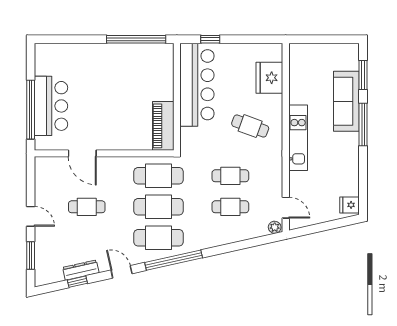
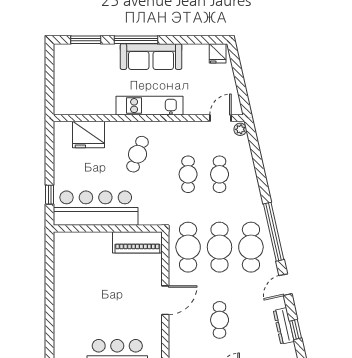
window: (136, 39) -> (50, 270), removed
sofa: (346, 101) -> (151, 57), moved
door: (82, 153) -> (165, 300), moved

